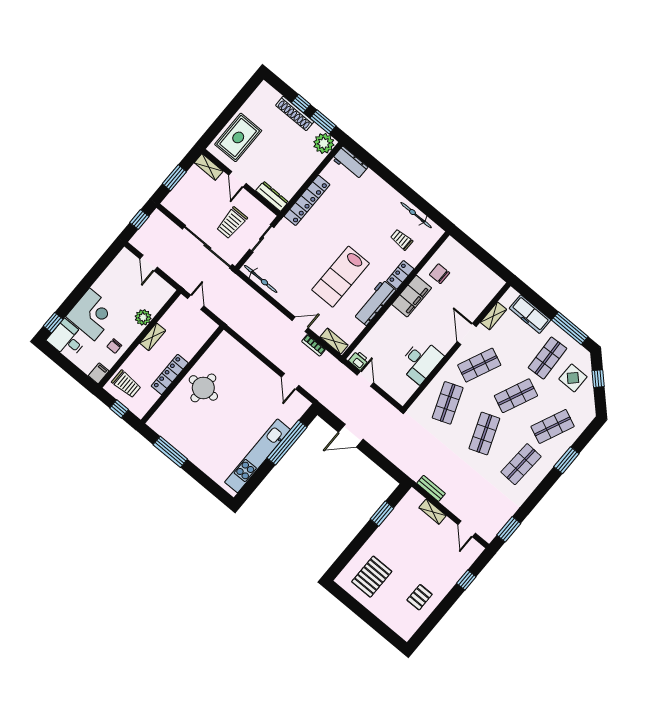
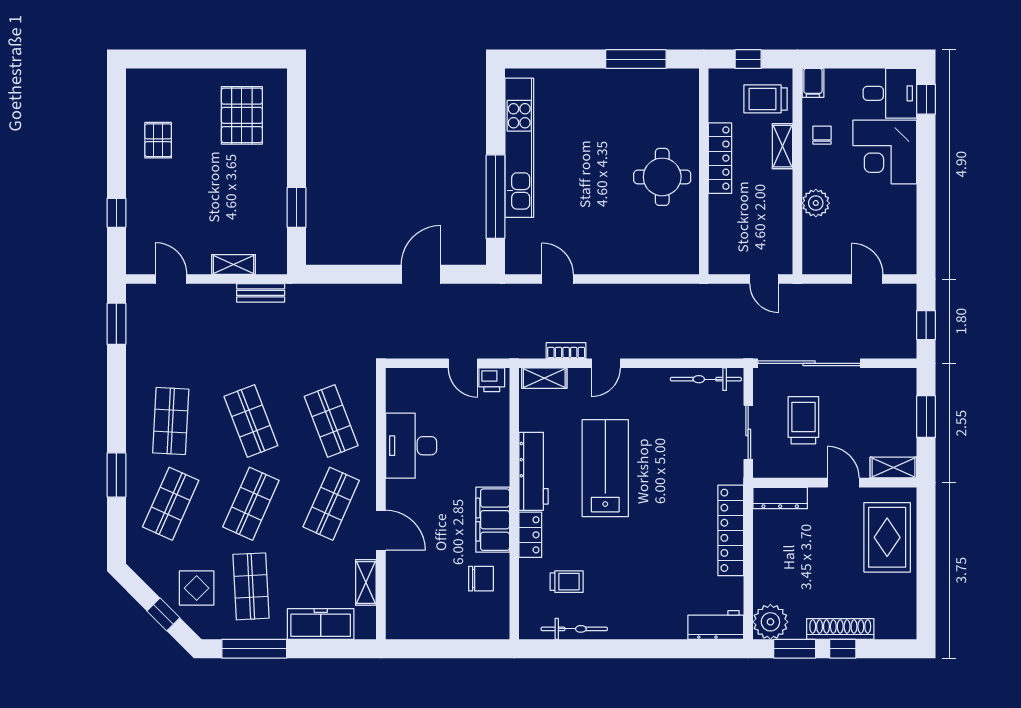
shelving: (153, 337) -> (783, 146), moved

